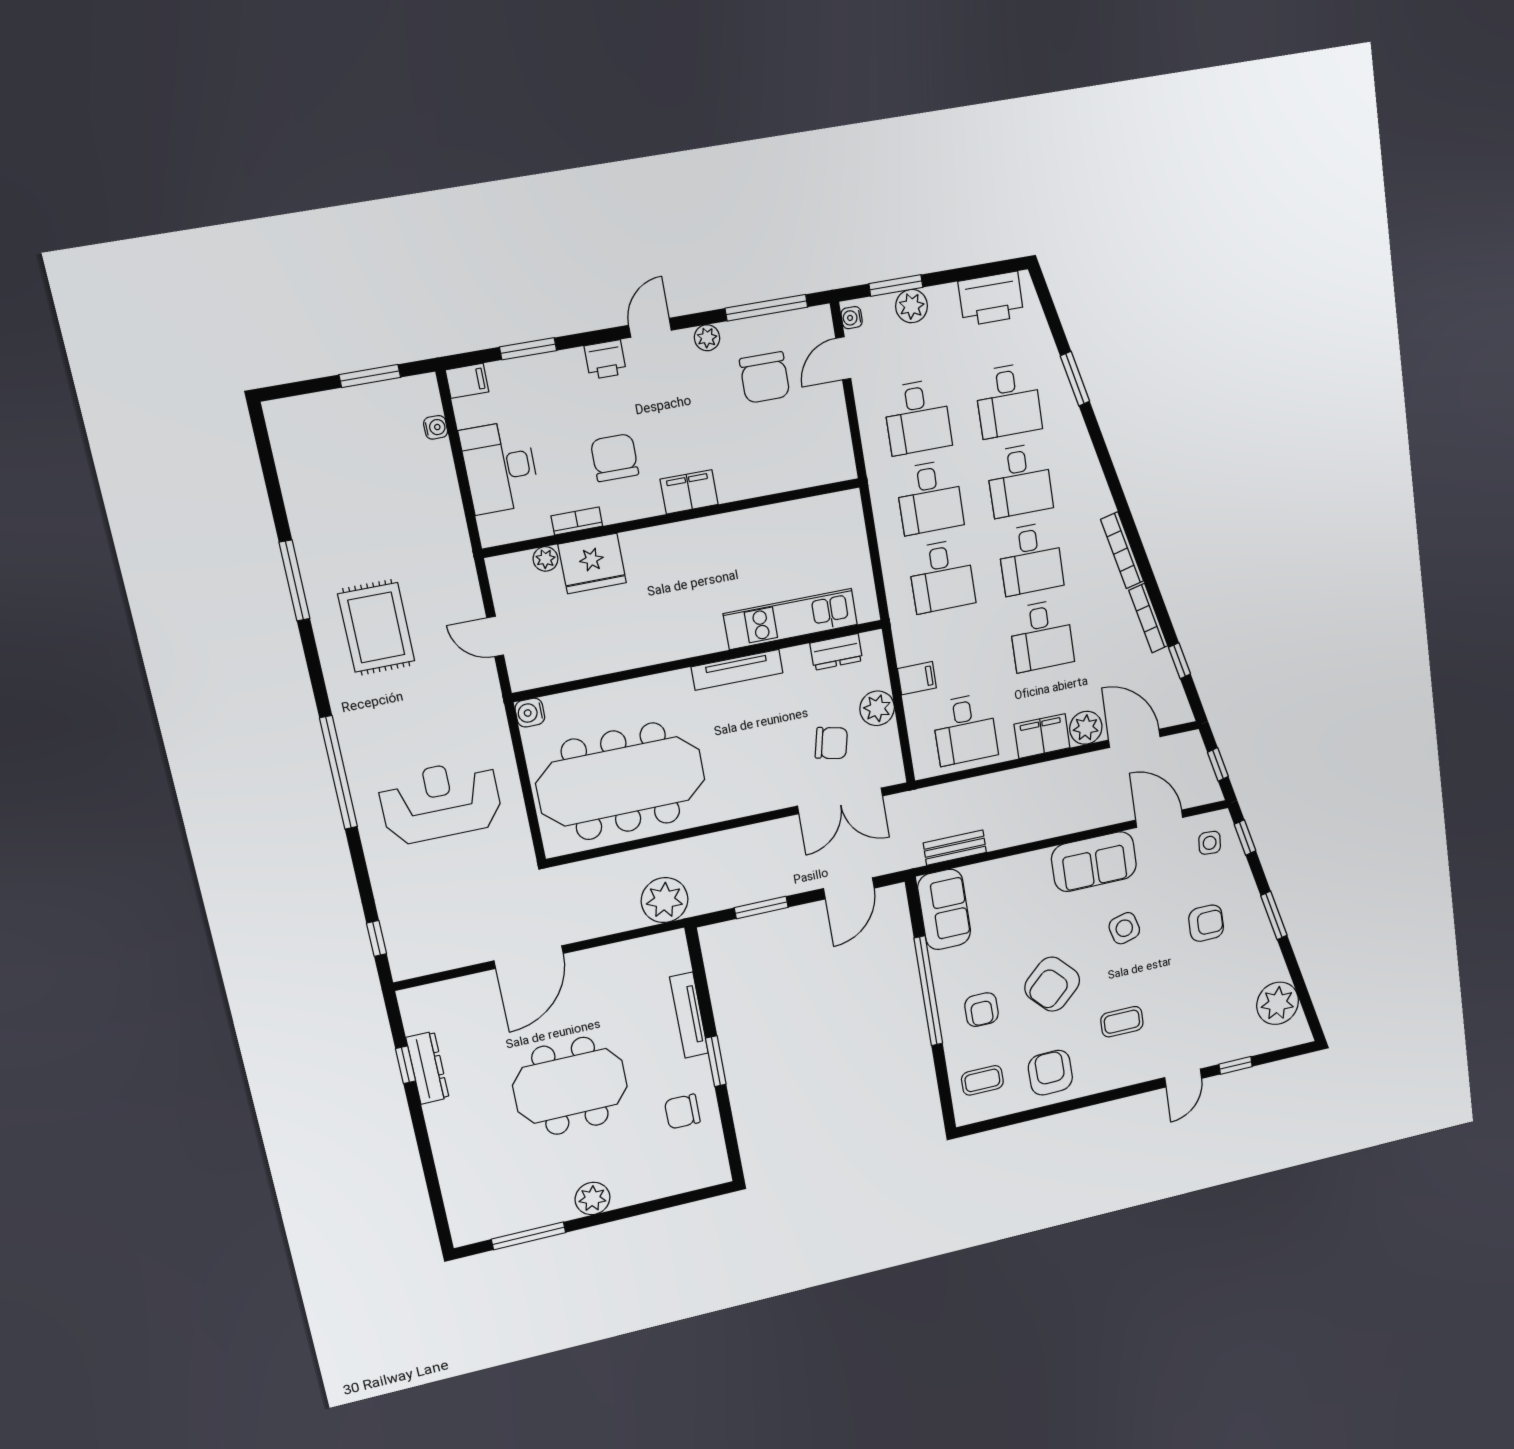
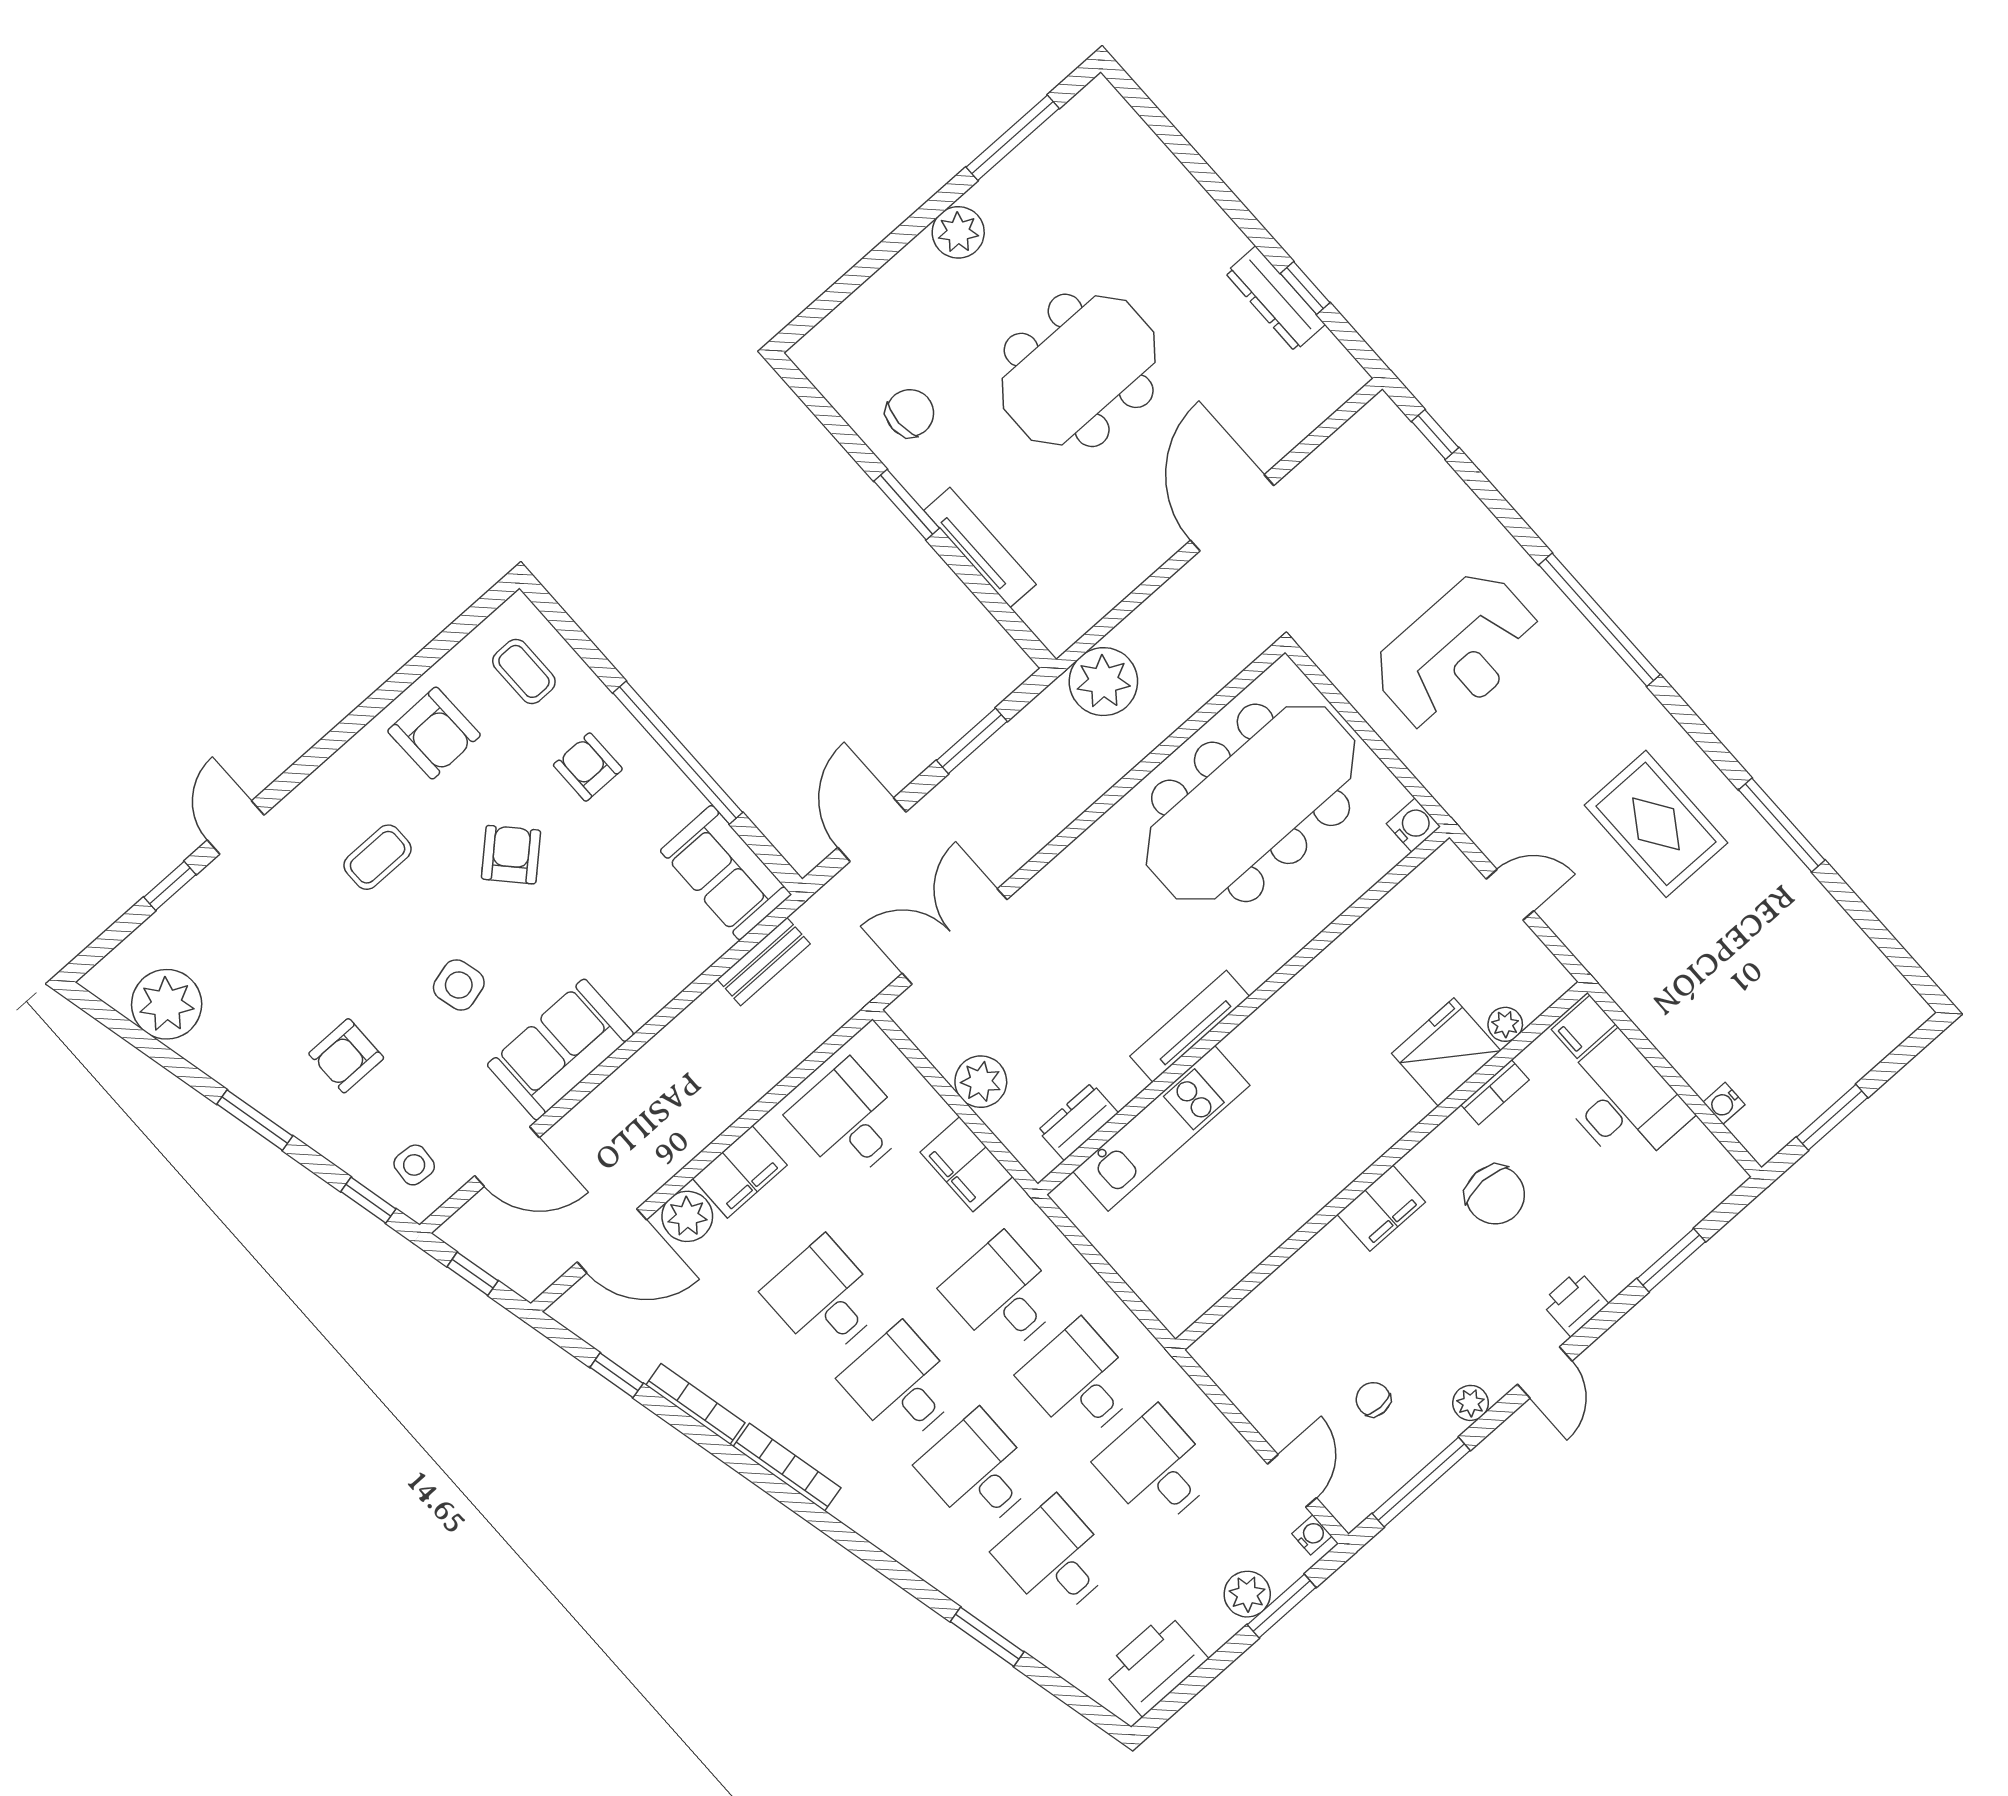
chair: (765, 377) -> (1373, 1399), width x0.54, depth x0.54
filing cabinet: (467, 381) -> (1584, 1027), moved
filing cabinet: (917, 678) -> (966, 1164), width x2.00
chair: (831, 743) -> (1012, 1004), removed
armchair: (1052, 984) -> (511, 855), width x0.72, depth x0.72
coffee table: (982, 1080) -> (524, 671), turned 90

